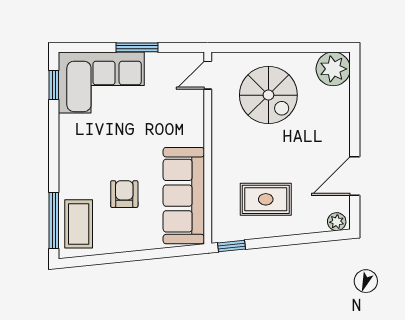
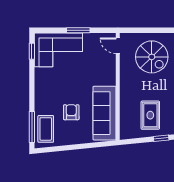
door: (208, 75) -> (118, 46), hinge flipped
rug: (266, 199) -> (150, 115), turned 90
window: (231, 246) -> (161, 138), moved

